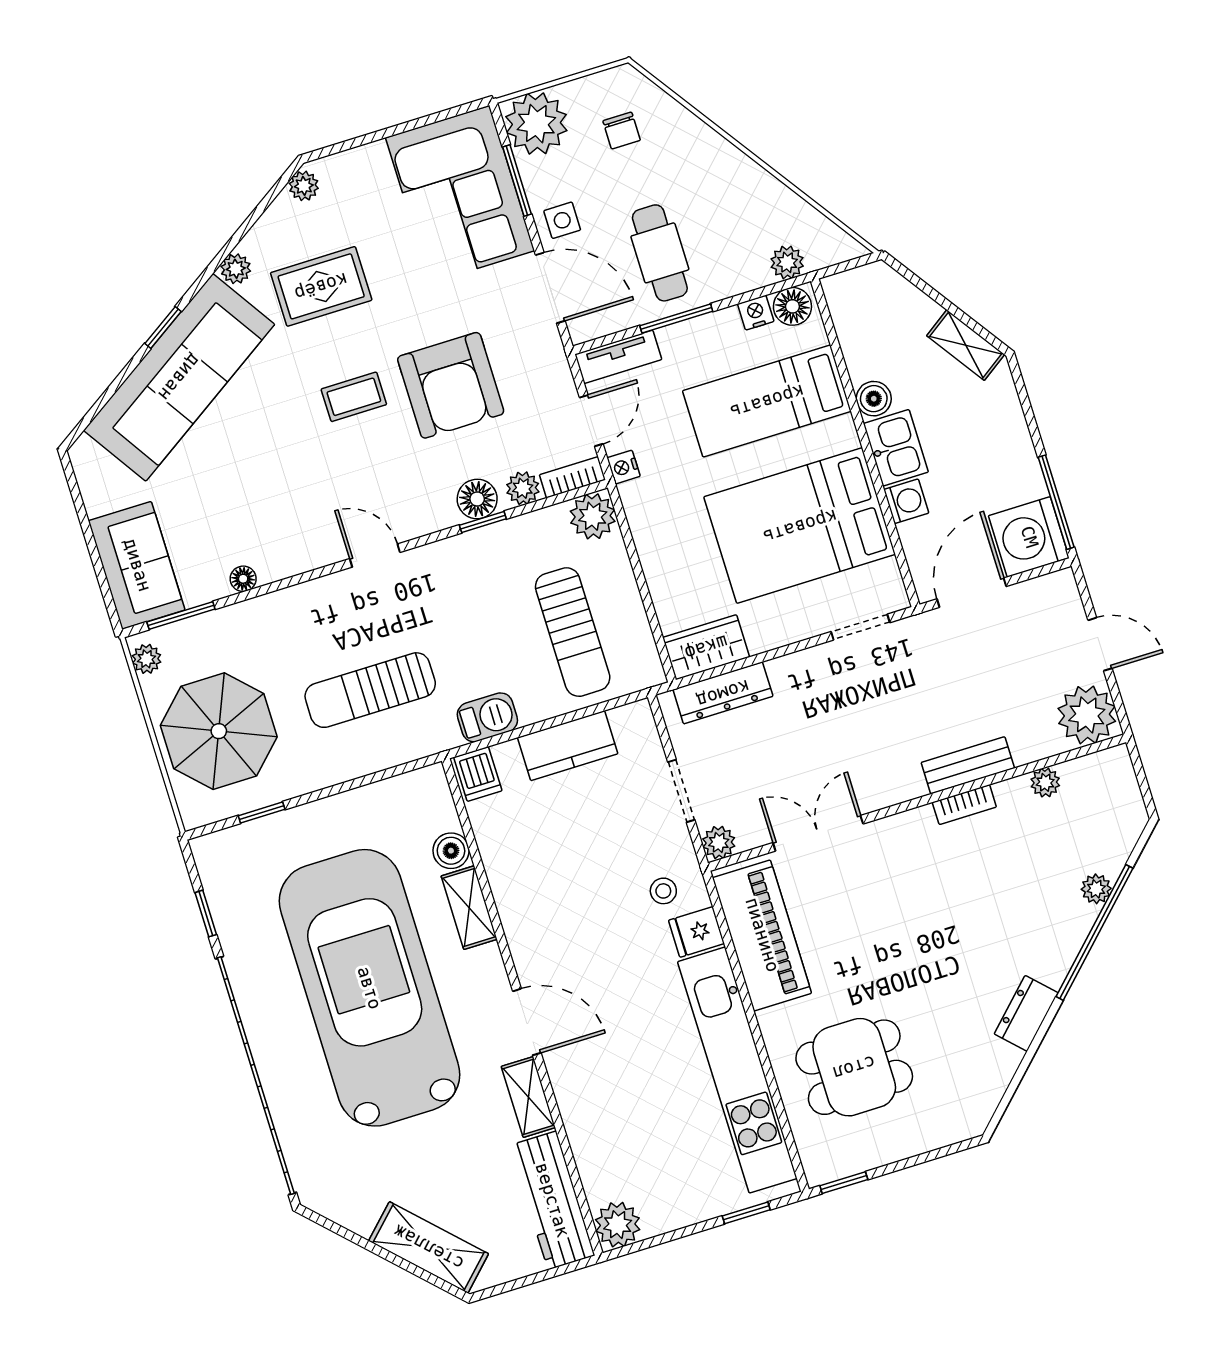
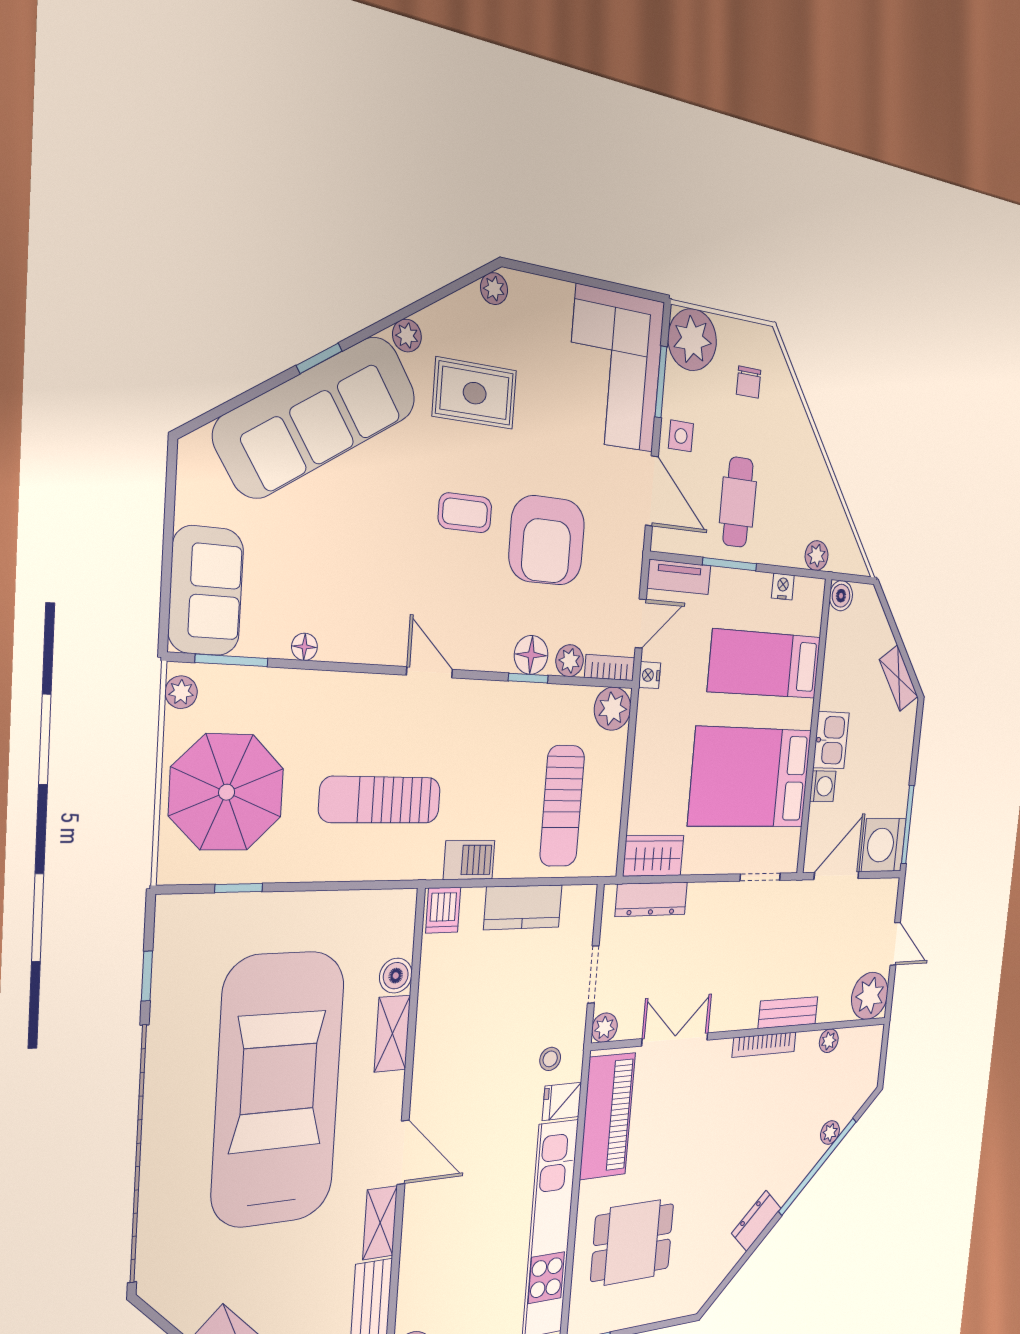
floor lamp: (792, 306) -> (808, 594), removed
boiler: (874, 399) -> (841, 596), moved
bookcase: (964, 805) -> (764, 1045), width x1.56

